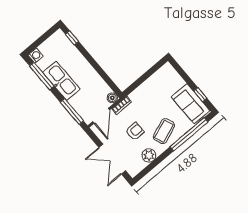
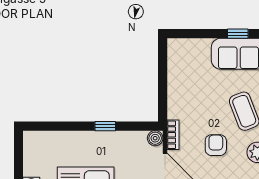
window: (72, 38) -> (105, 126), moved

